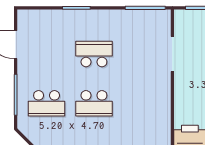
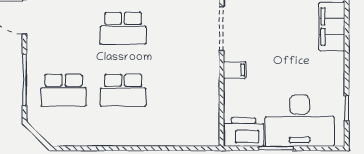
school desk: (94, 54) -> (123, 28), turned 180
filing cabinet: (183, 87) -> (235, 70), added

